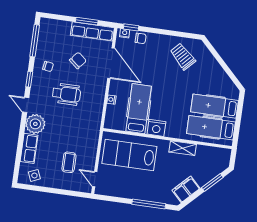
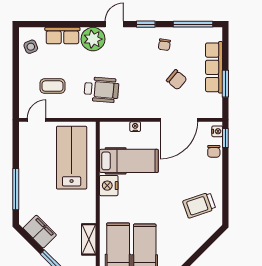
row of seats: (92, 31) -> (214, 67), moved
trolley: (183, 56) -> (199, 205), turned -153
wheelchair: (66, 94) -> (102, 90), moved, turned -85
shelving: (183, 148) -> (89, 239), moved

